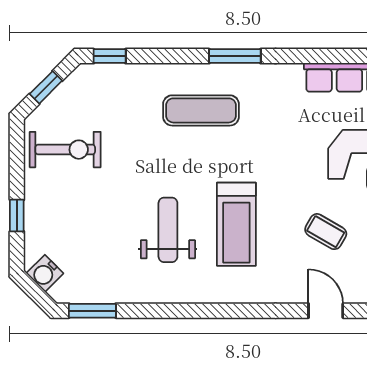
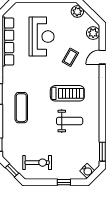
exercise bike: (65, 150) -> (37, 163), turned 90
weight bench: (168, 230) -> (70, 121), turned 180

